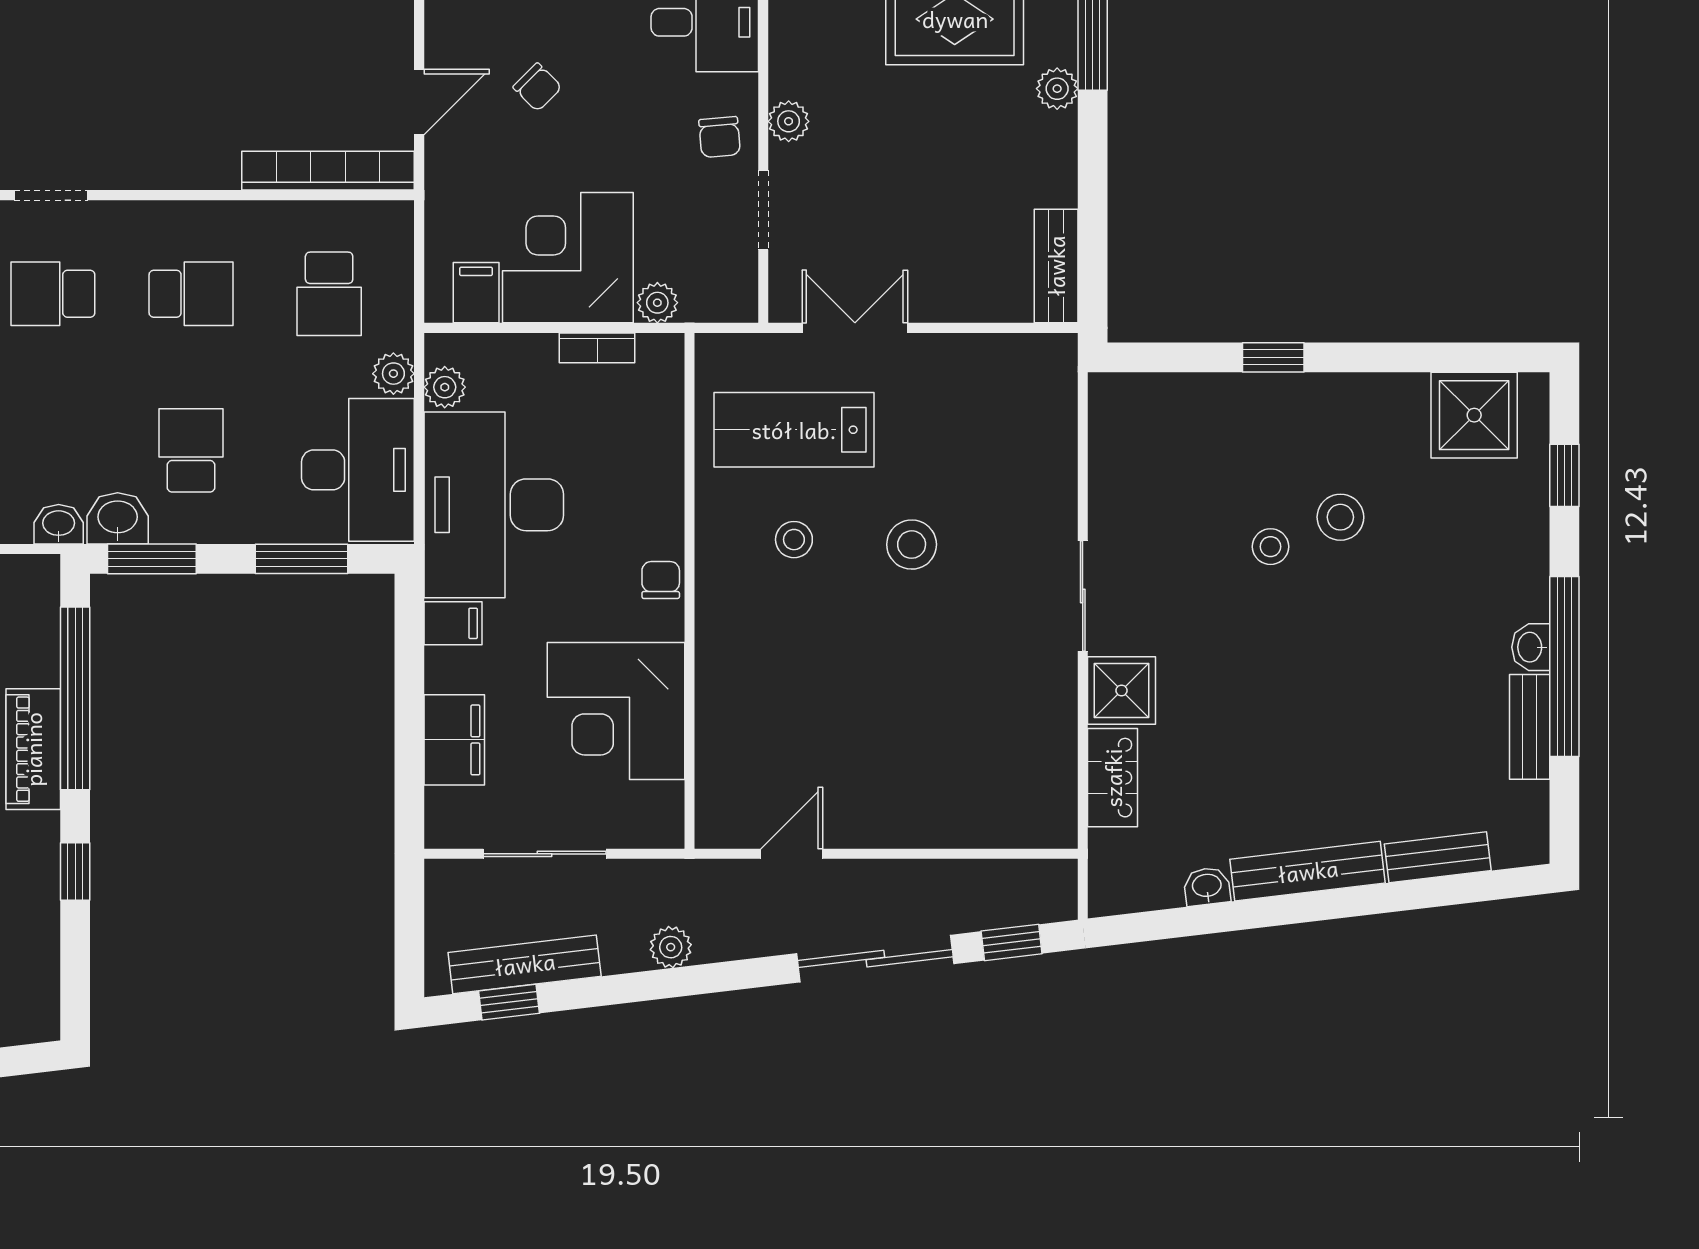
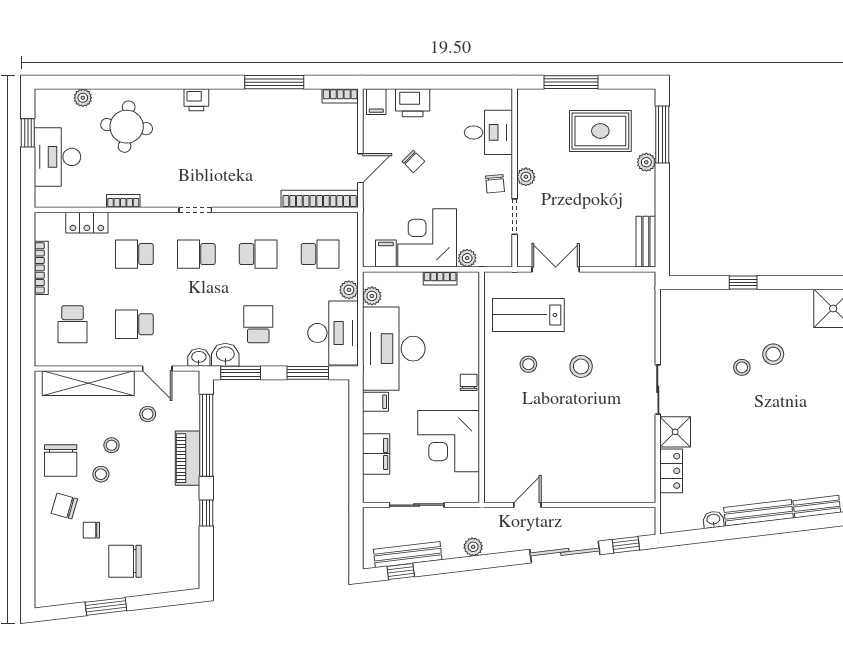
school desk: (329, 294) -> (320, 254), turned -90

